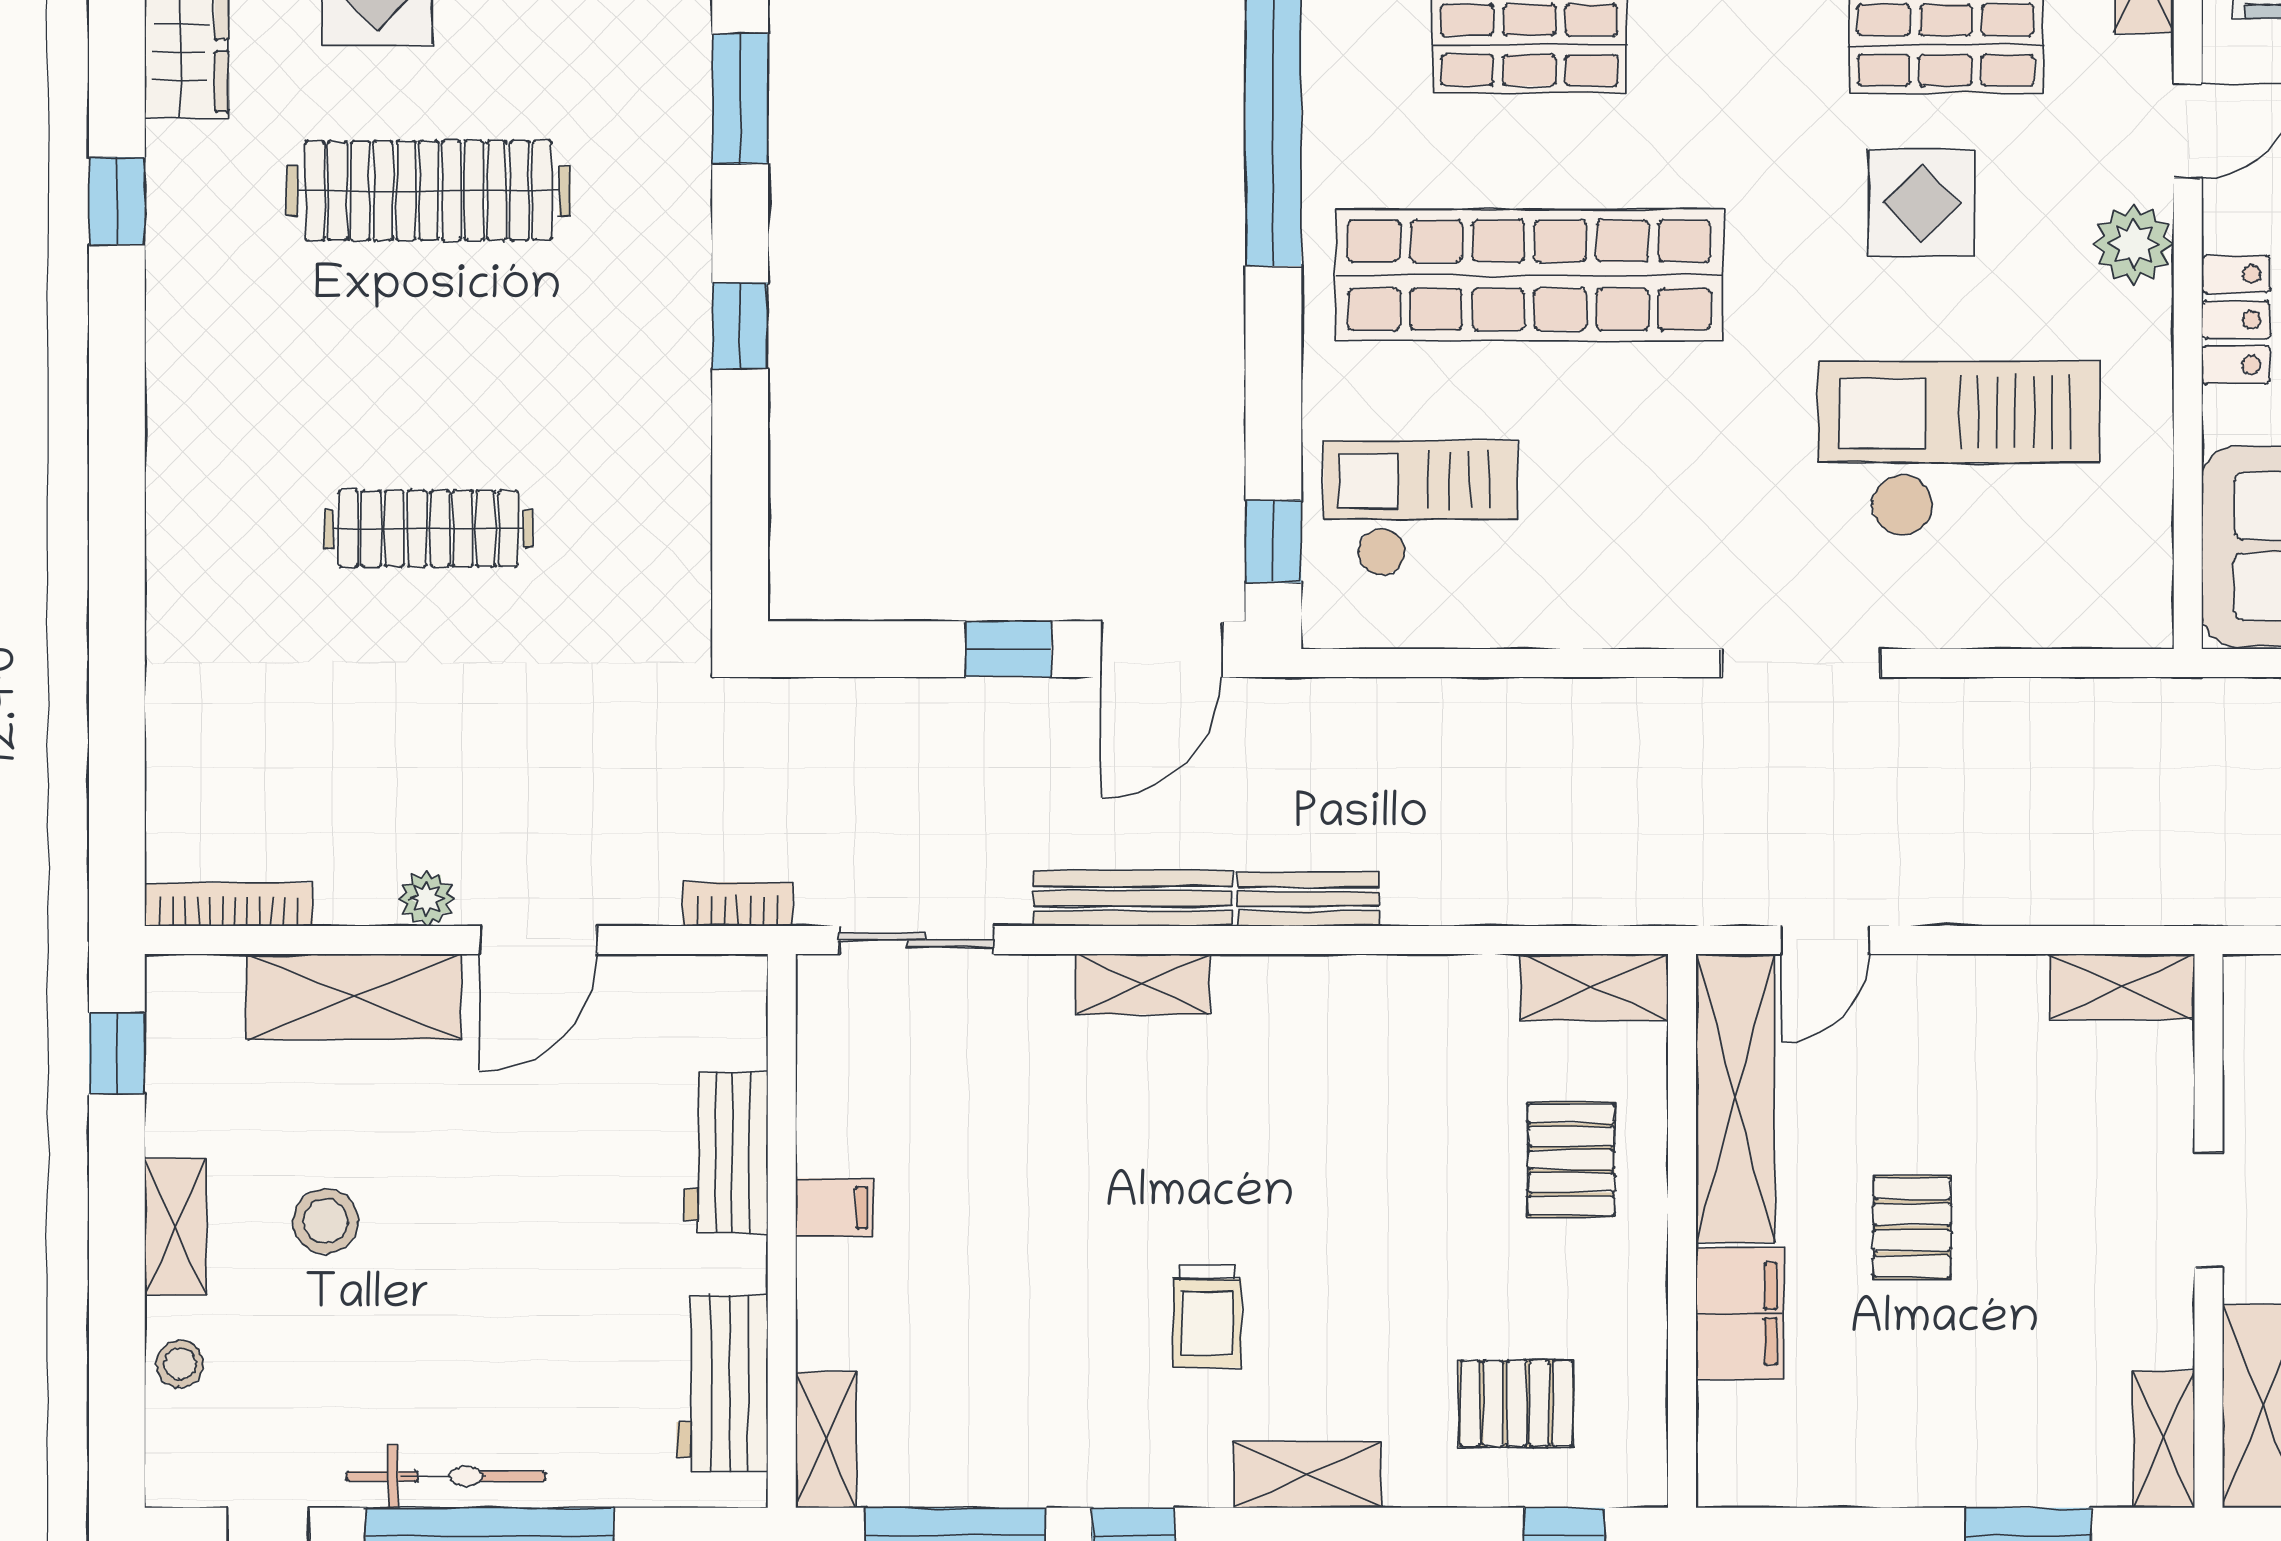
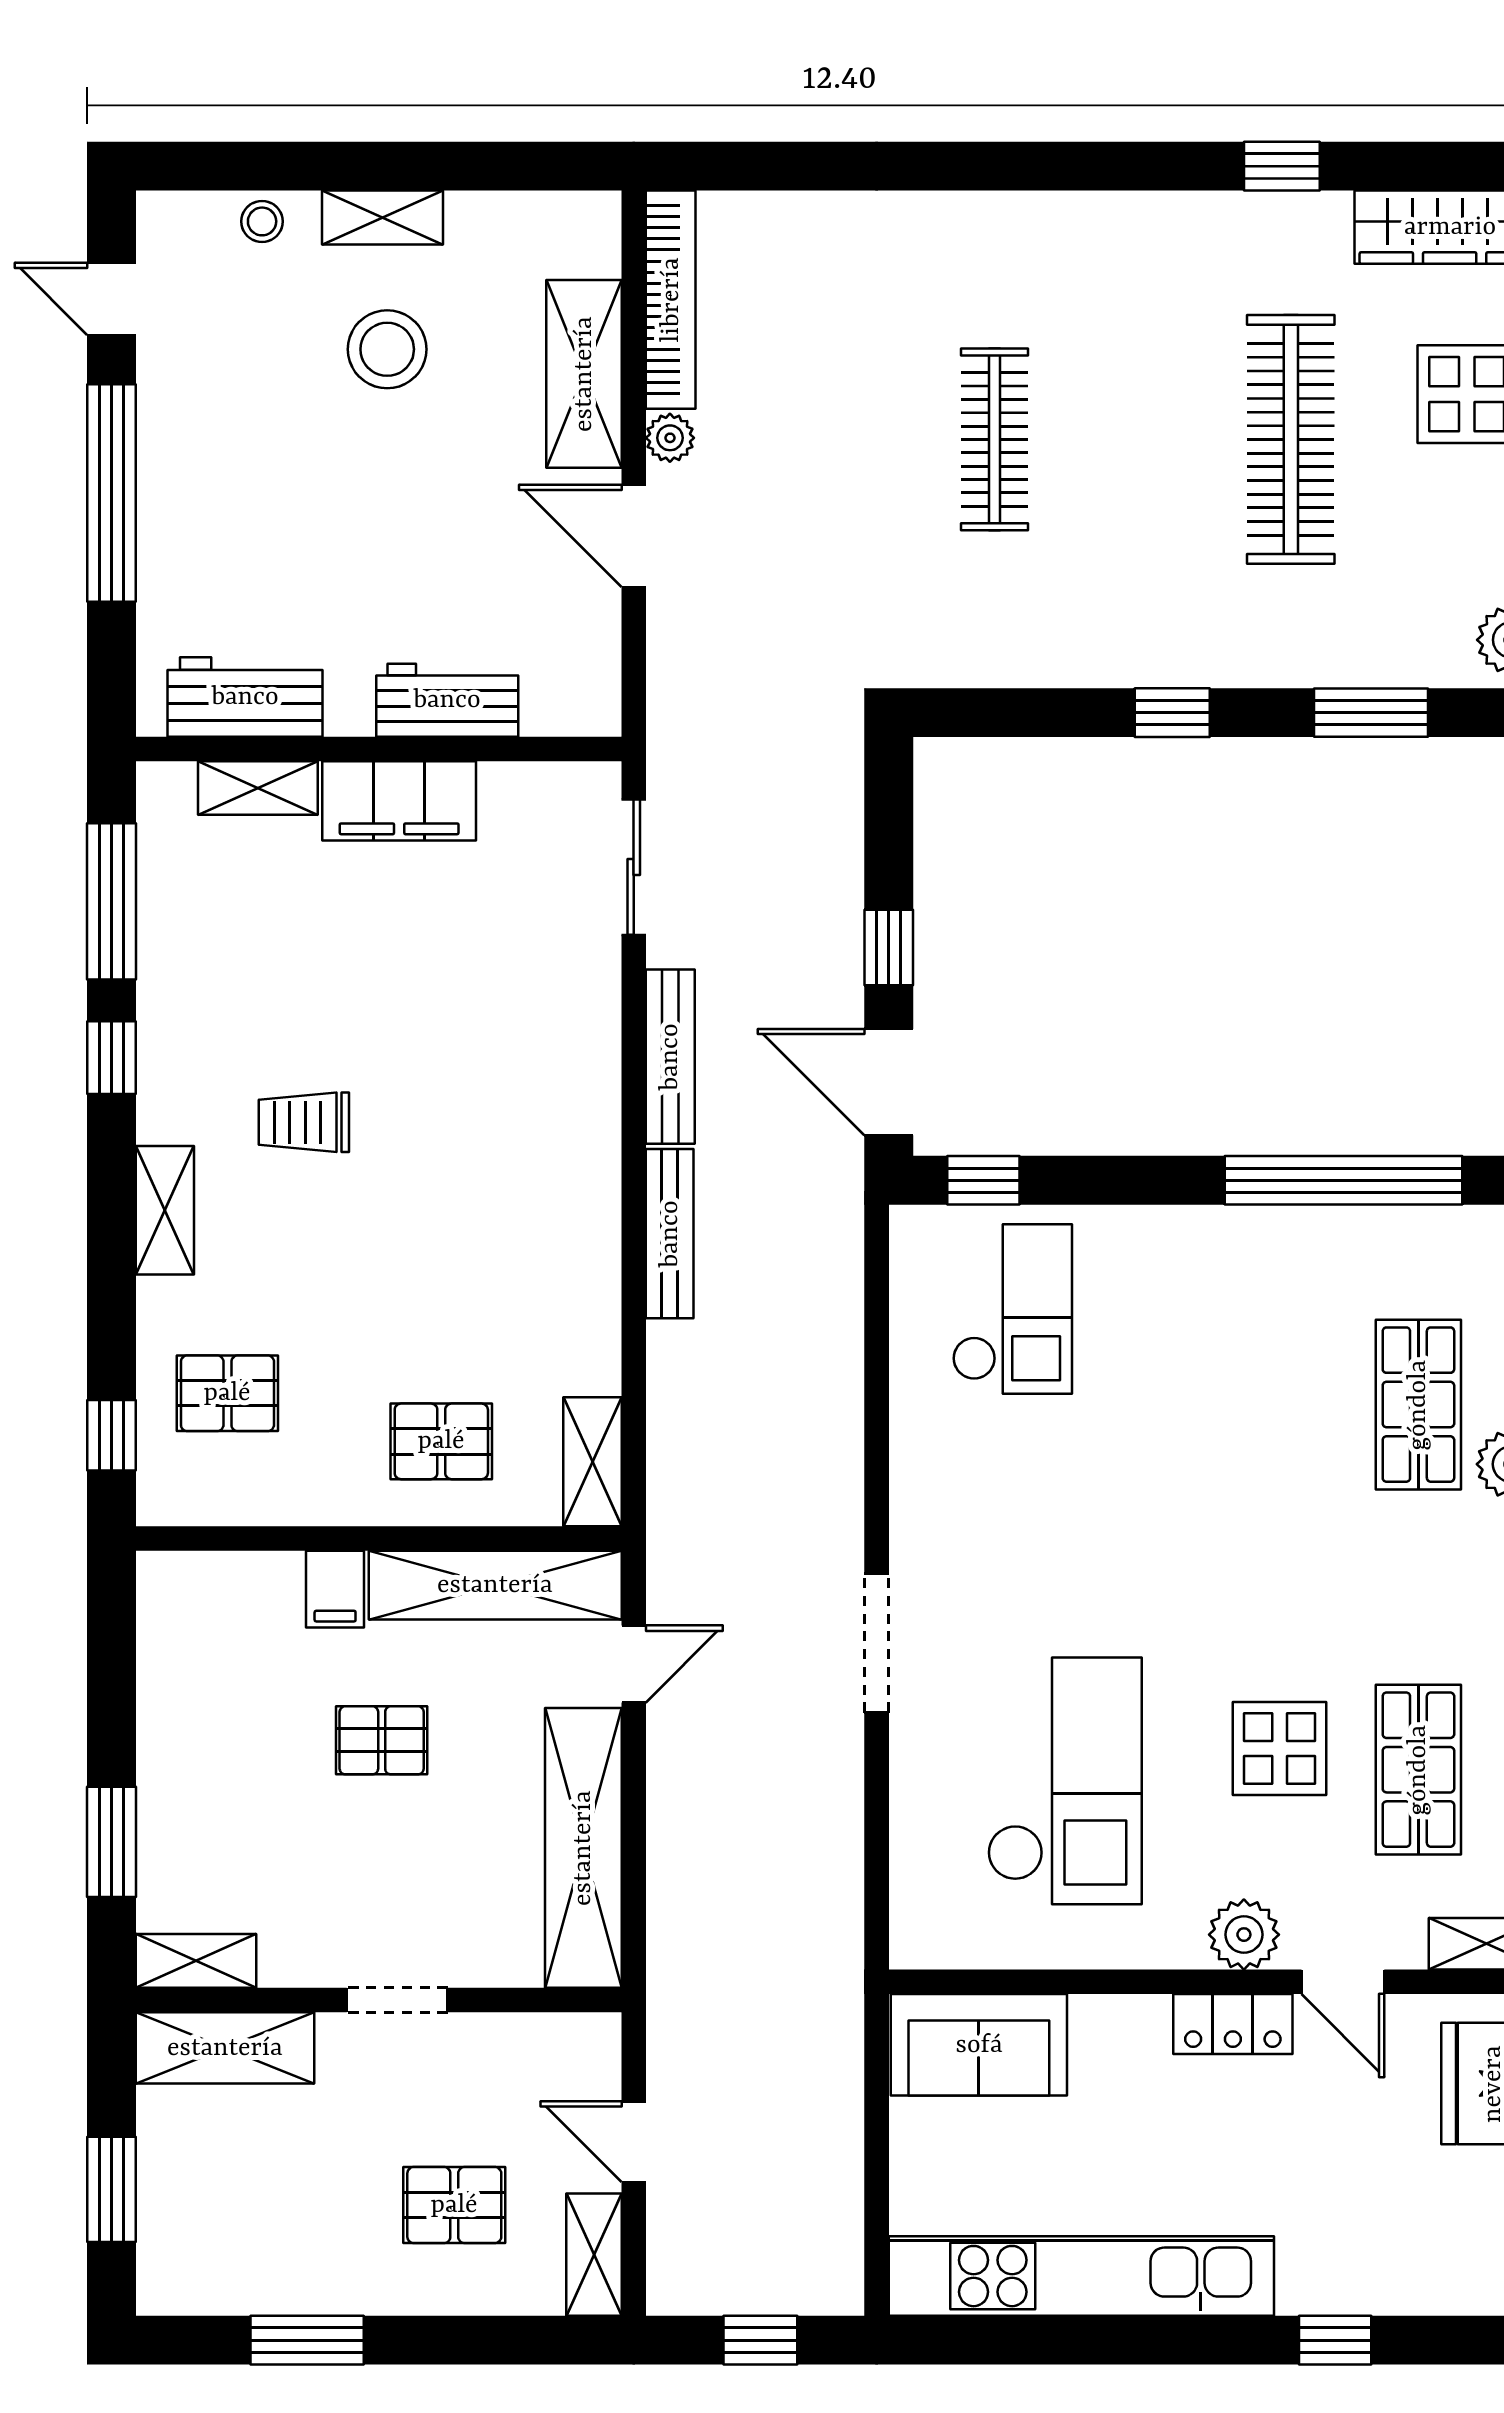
shop shelf: (1529, 275) -> (1217, 1405), removed
locker: (2236, 320) -> (1233, 2024), moved
bench: (1309, 899) -> (670, 1234), width x1.36
bookcase: (738, 904) -> (665, 710), removed
bookcase: (229, 905) -> (671, 300), width x1.48, depth x1.31
door: (1825, 940) -> (634, 1664), swing flipped
shelving: (1142, 984) -> (595, 1065), removed
shelving: (2122, 987) -> (583, 1848), width x2.20, depth x1.33
window: (117, 1053) -> (535, 166), removed
filing cabinet: (834, 1208) -> (399, 801), width x3.00, depth x1.17
stool: (326, 1221) -> (387, 349), width x1.38, depth x1.38
filing cabinet: (1740, 1314) -> (335, 1589), width x0.50
pallet: (1516, 1403) -> (227, 1393), turned 90
shelving: (826, 1440) -> (258, 788), moved
bicycle: (446, 1476) -> (163, 455), removed

